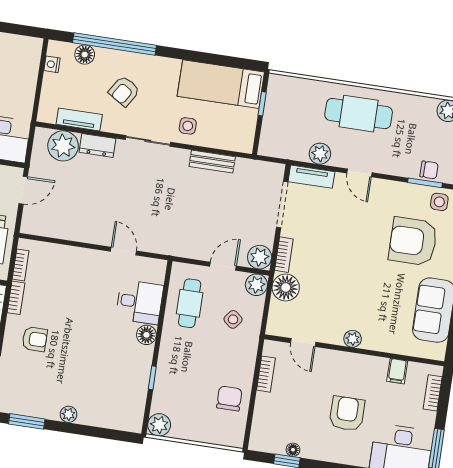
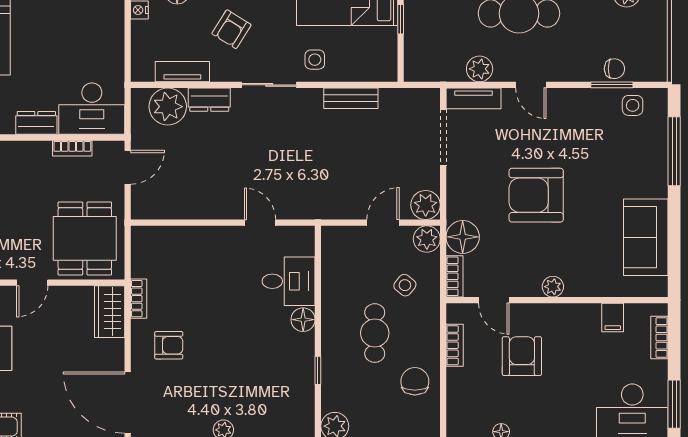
armchair: (413, 241) -> (536, 195), moved
bookcase: (284, 255) -> (455, 276), moved
bookcase: (21, 265) -> (138, 258), removed
cafe table: (190, 303) -> (375, 333), moved
armchair: (347, 414) -> (522, 356), moved

